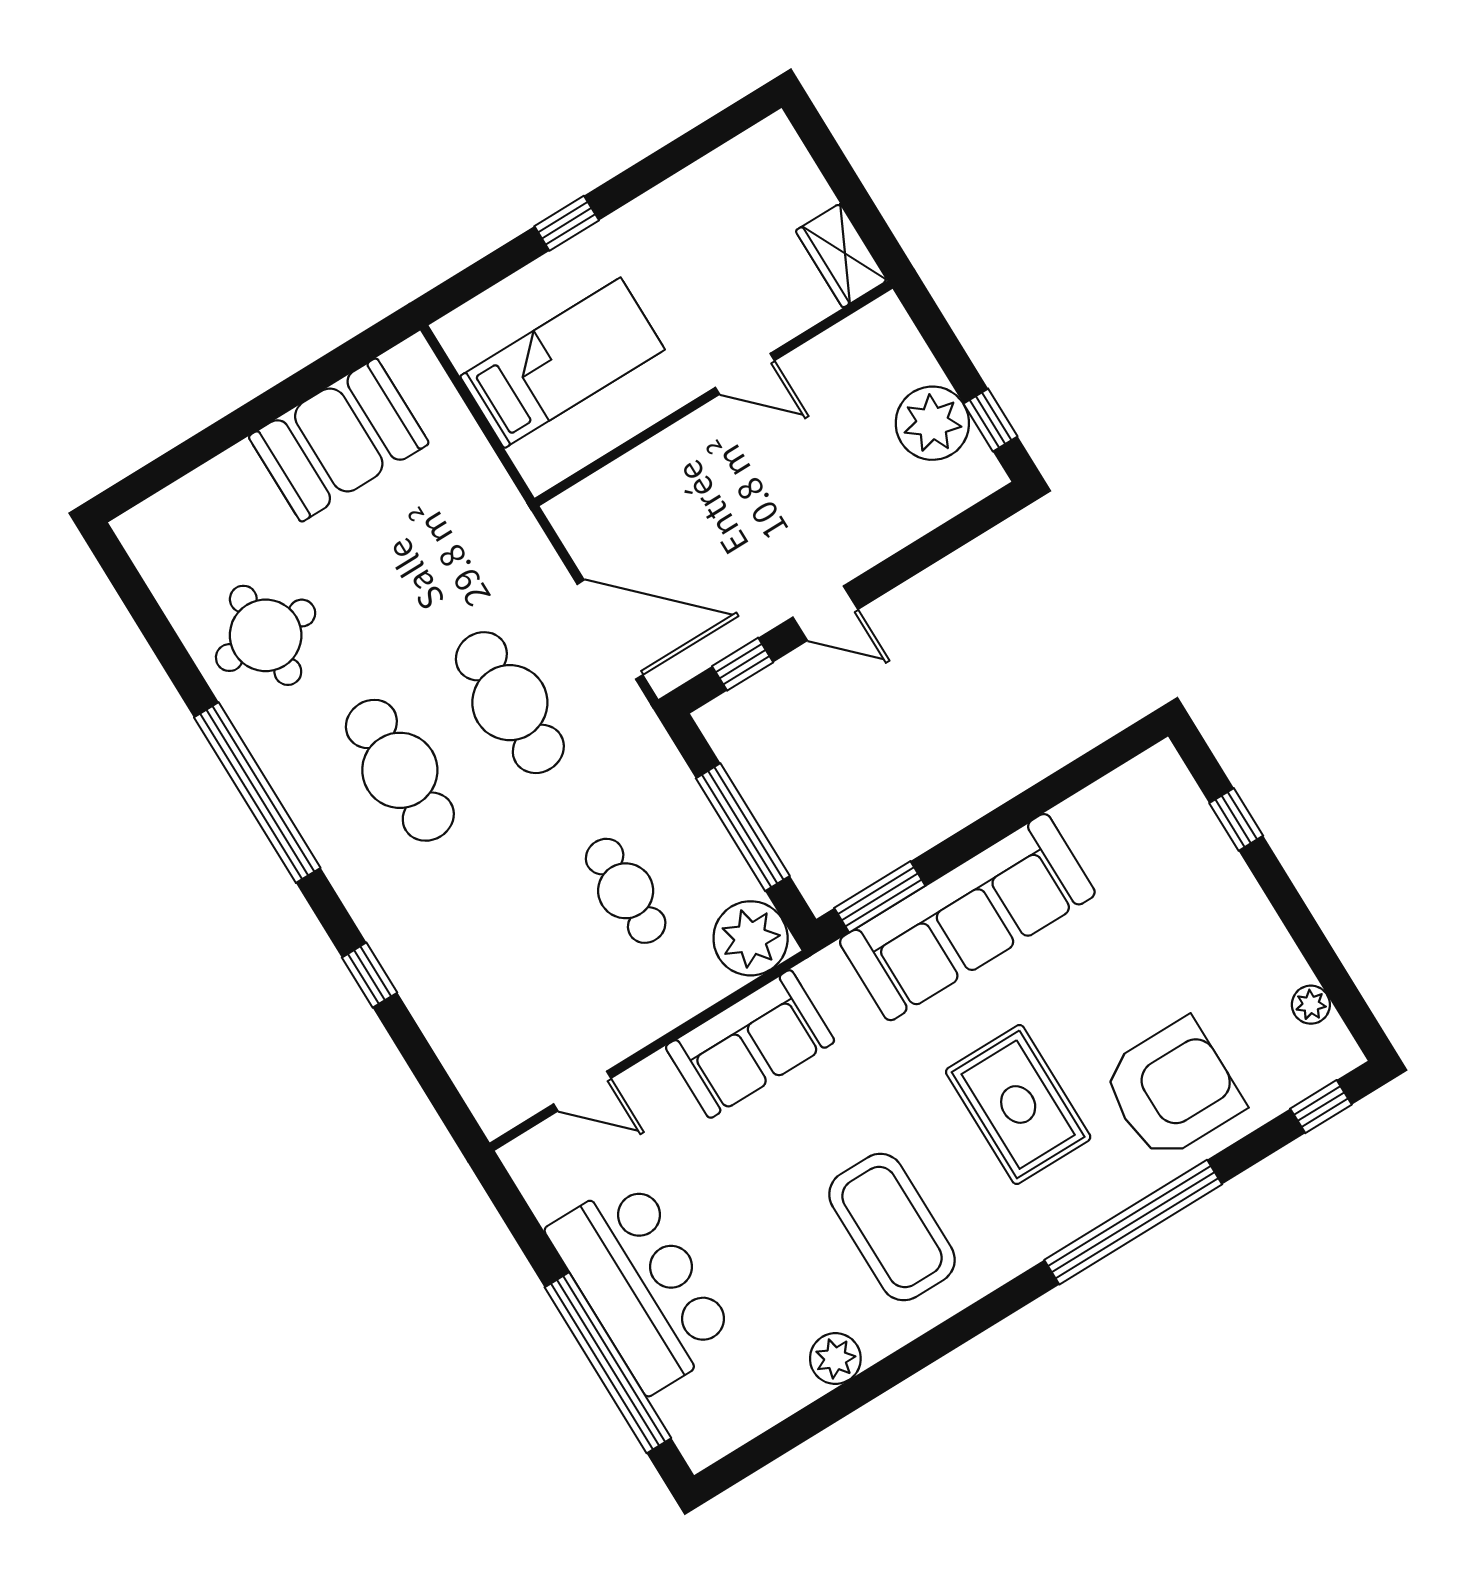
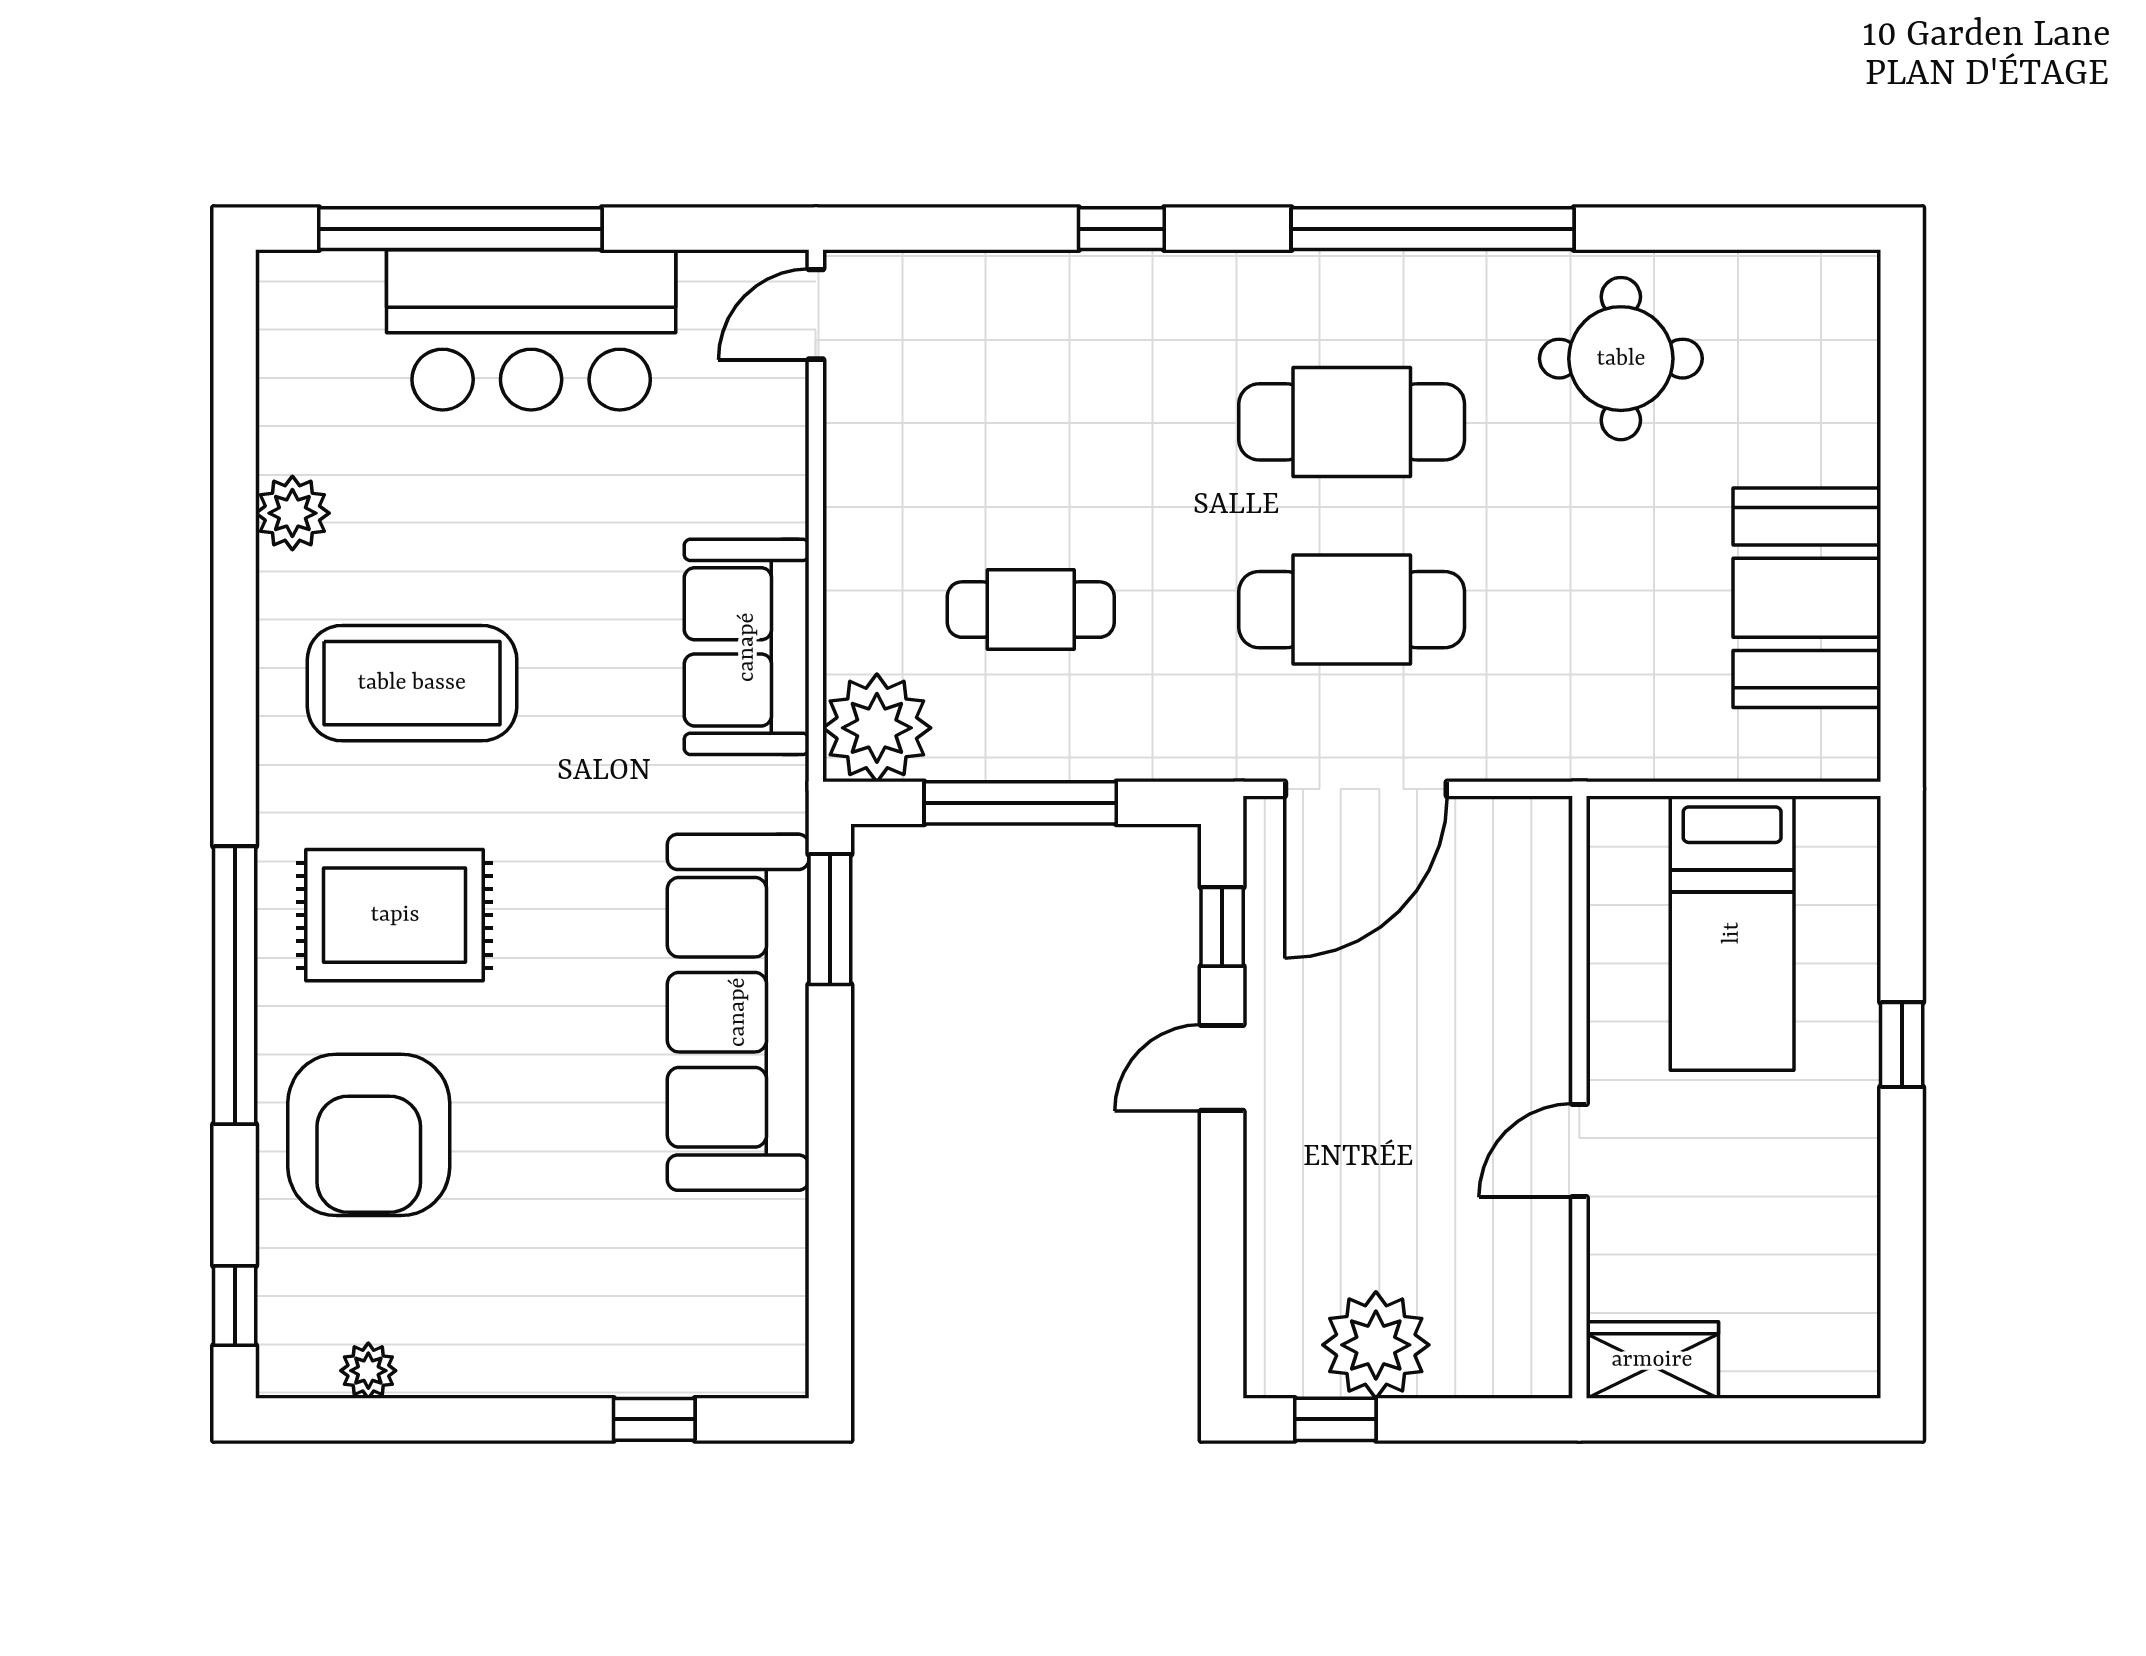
door: (582, 1091) -> (816, 314), moved
rug: (1018, 1104) -> (395, 915), moved

